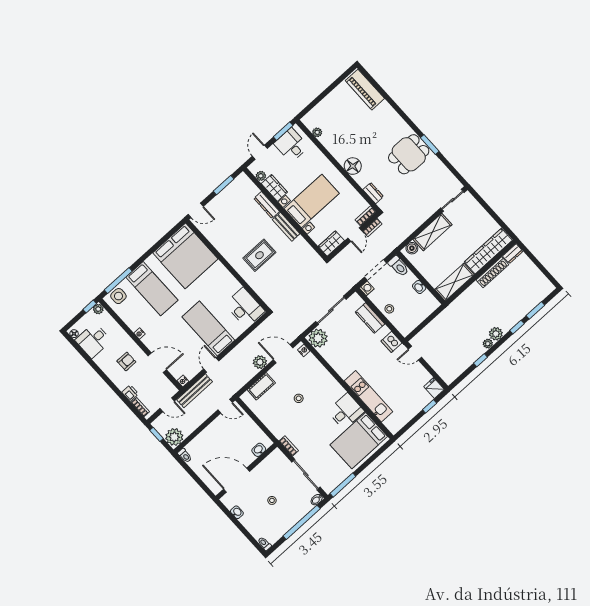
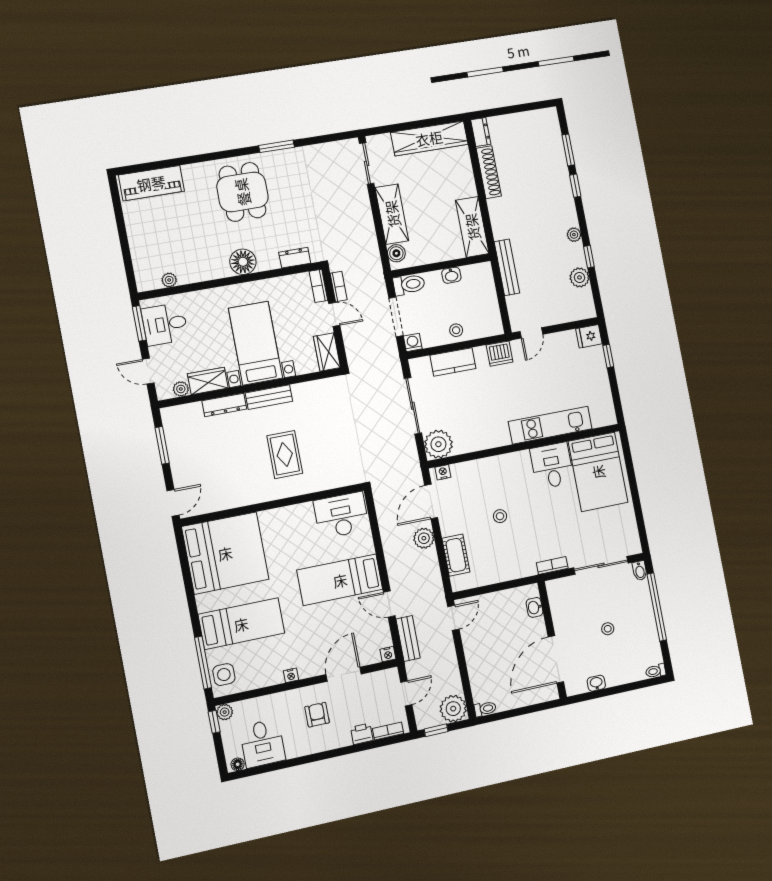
dining table: (409, 154) -> (242, 192), moved
wardrobe: (488, 251) -> (429, 138), moved, turned -90
bench: (444, 316) -> (507, 267), added
plant: (496, 334) -> (580, 277), moved
bench: (195, 391) -> (408, 638), width x0.73
window: (343, 485) -> (641, 526), removed

